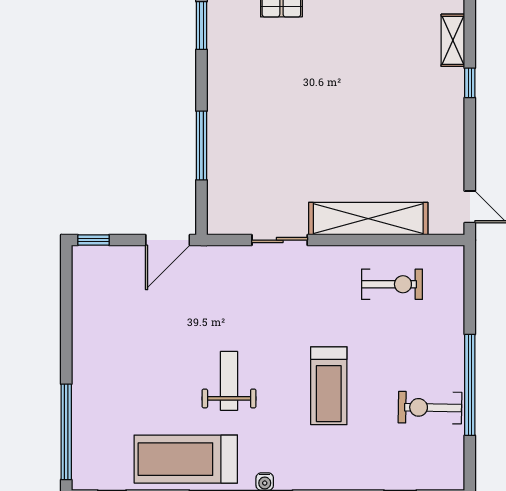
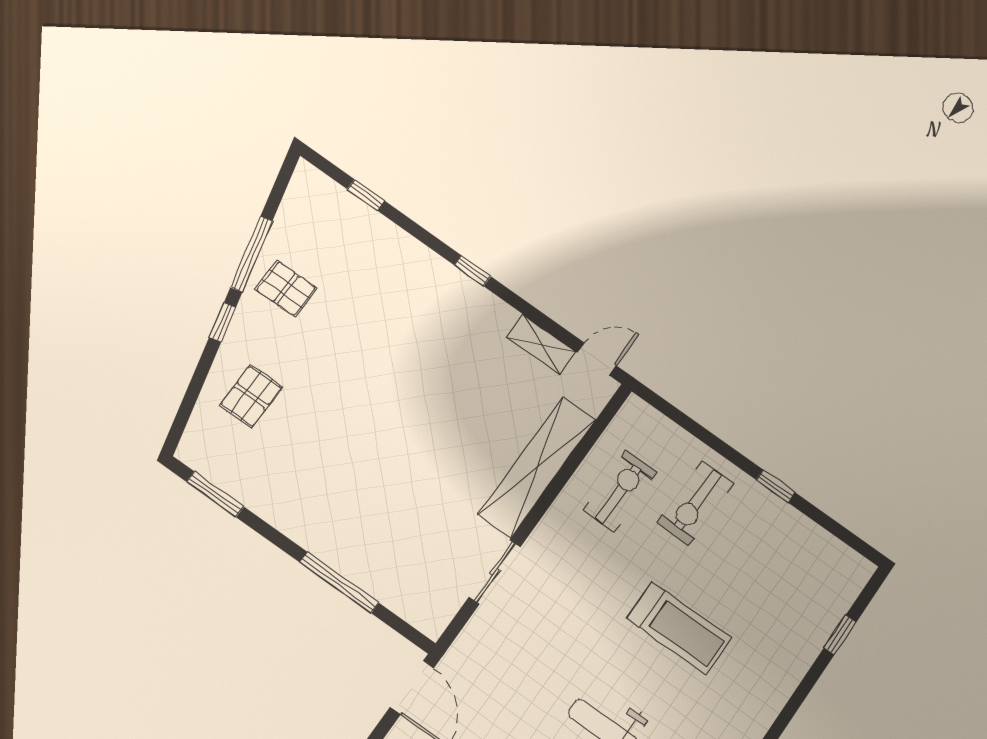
shelving: (453, 40) -> (541, 345), moved
window: (470, 385) -> (776, 486), width x0.32
exercise bike: (430, 408) -> (695, 503), moved

